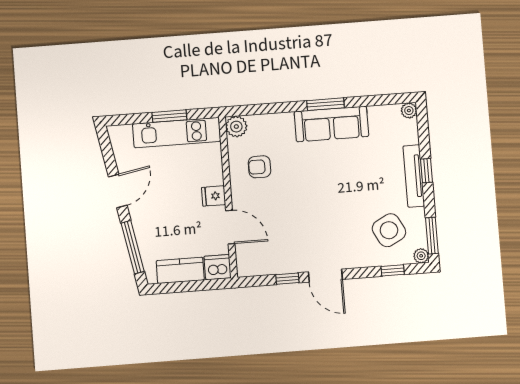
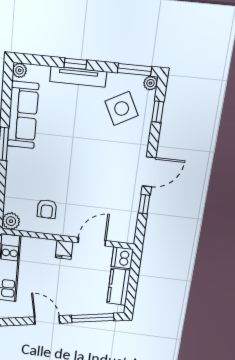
sofa: (331, 124) -> (23, 115), moved

